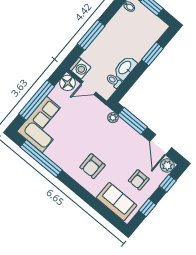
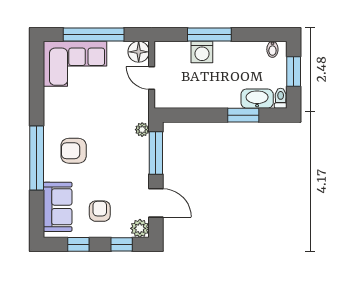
washing machine: (80, 68) -> (202, 52), moved
washbasin: (125, 68) -> (257, 99), moved
toilet: (114, 81) -> (281, 98), moved
door: (161, 145) -> (156, 203), swing flipped
window: (41, 158) -> (37, 158), moved
armchair: (139, 180) -> (100, 211), turned 90

